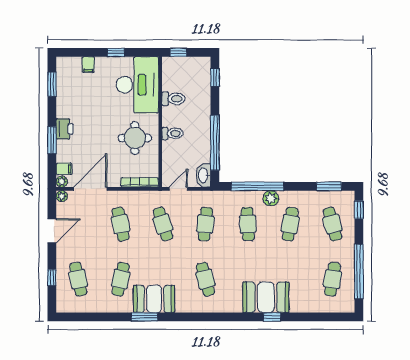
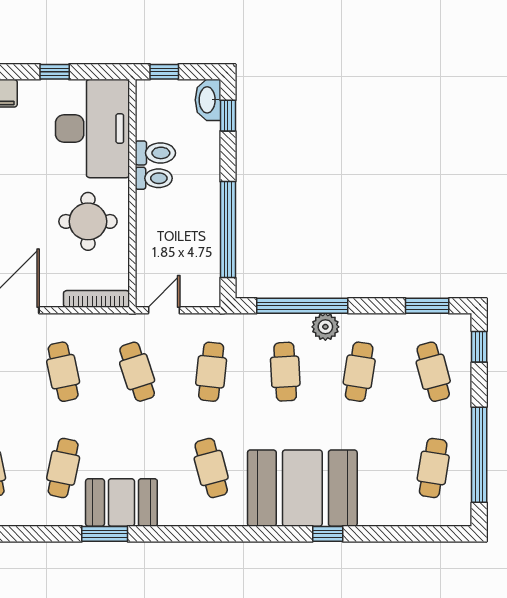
toilet: (172, 133) -> (154, 178), moved
washbasin: (204, 175) -> (208, 100), moved
booth: (266, 297) -> (302, 488), width x1.36, depth x1.42

